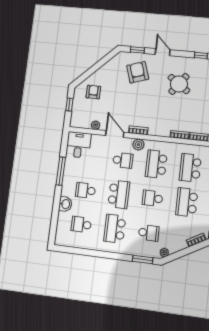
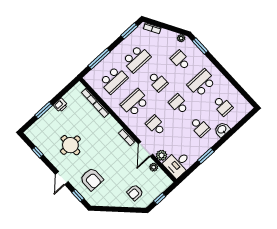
armchair: (138, 72) -> (92, 179), turned -72
round table: (179, 84) -> (70, 145), turned -36
plant: (138, 145) -> (162, 155), moved
school desk: (156, 164) -> (135, 103), turned 180
window: (61, 171) -> (206, 156), width x0.69
school desk: (119, 194) -> (179, 104), width x0.54
school desk: (115, 229) -> (202, 83), turned 180

